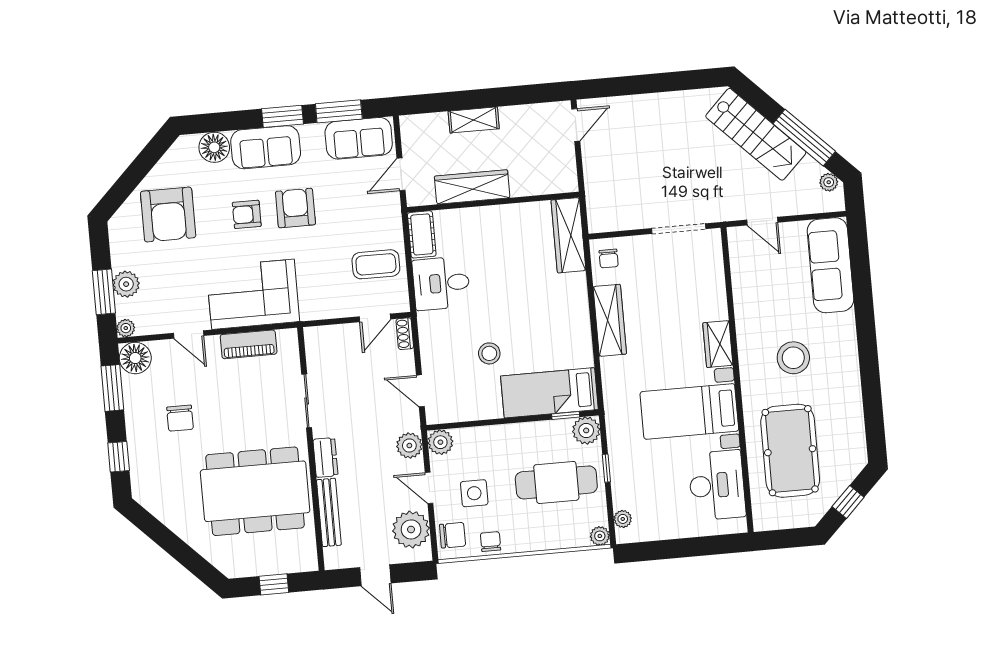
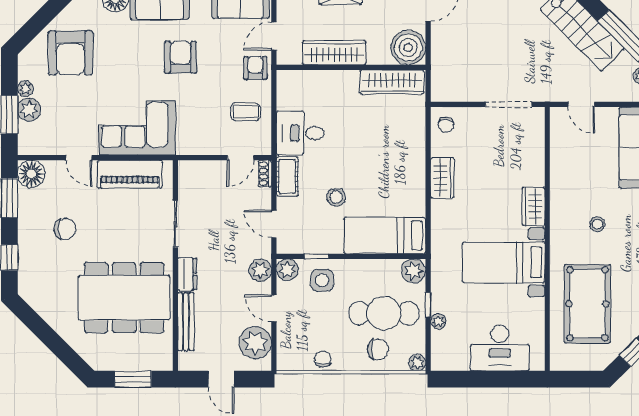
boiler: (557, 173) -> (408, 48), added
armchair: (247, 214) -> (255, 68), moved, turned 90
cot: (422, 234) -> (287, 177), moved
wardrobe: (568, 235) -> (392, 82), moved, turned -90
coffee table: (376, 264) -> (245, 112), width x0.73, depth x0.77
wardrobe: (610, 320) -> (442, 178), width x0.67
plant: (126, 328) -> (25, 89), moved
piano: (249, 344) -> (130, 174), width x1.37, depth x1.33
stool: (793, 358) -> (597, 224), width x0.53, depth x0.53
window: (566, 415) -> (317, 256), moved
chair: (180, 418) -> (65, 229), turned -90
desk: (717, 485) -> (500, 348), moved, turned 90
side table: (474, 493) -> (322, 280), moved
plant: (623, 519) -> (438, 321), moved
chair: (453, 535) -> (378, 349), moved
window: (274, 584) -> (133, 379), width x1.50

